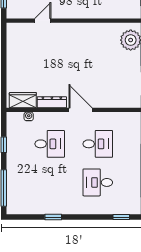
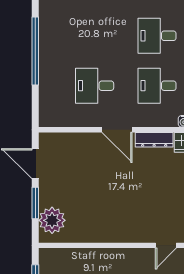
desk: (98, 182) -> (157, 36), moved, turned 180

